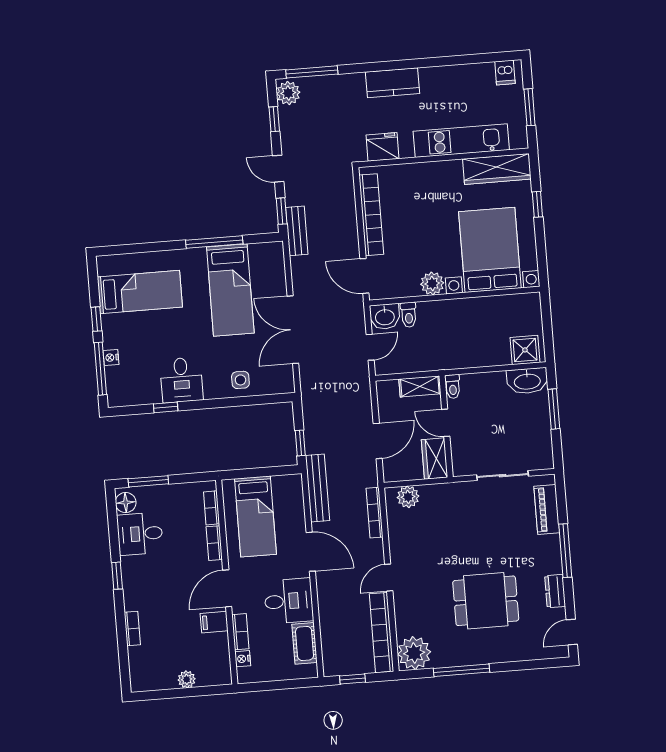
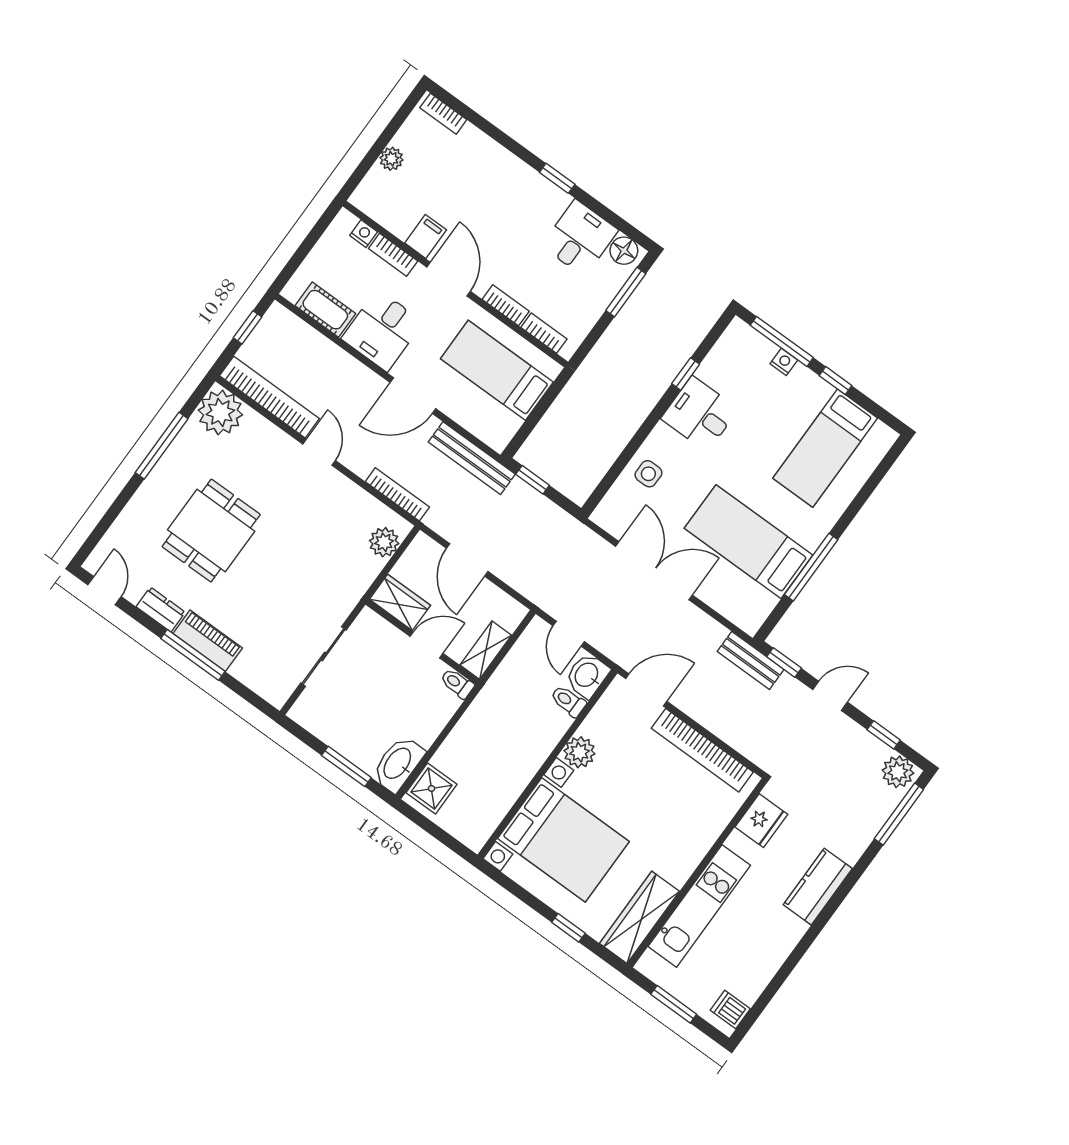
piano: (547, 509) -> (208, 641), moved
bookcase: (132, 628) -> (443, 114), moved

